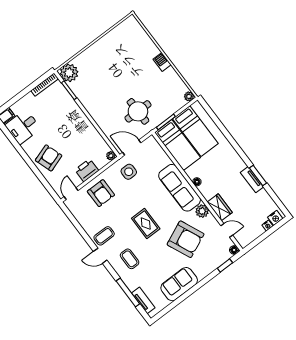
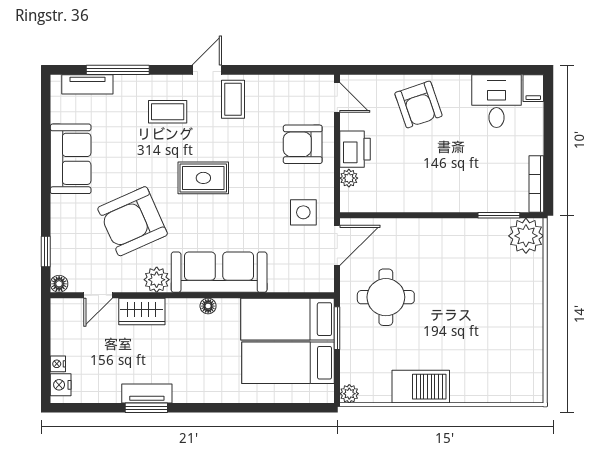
barbecue: (162, 62) -> (421, 387), width x1.88, depth x1.53
plant: (111, 156) -> (349, 178), moved

